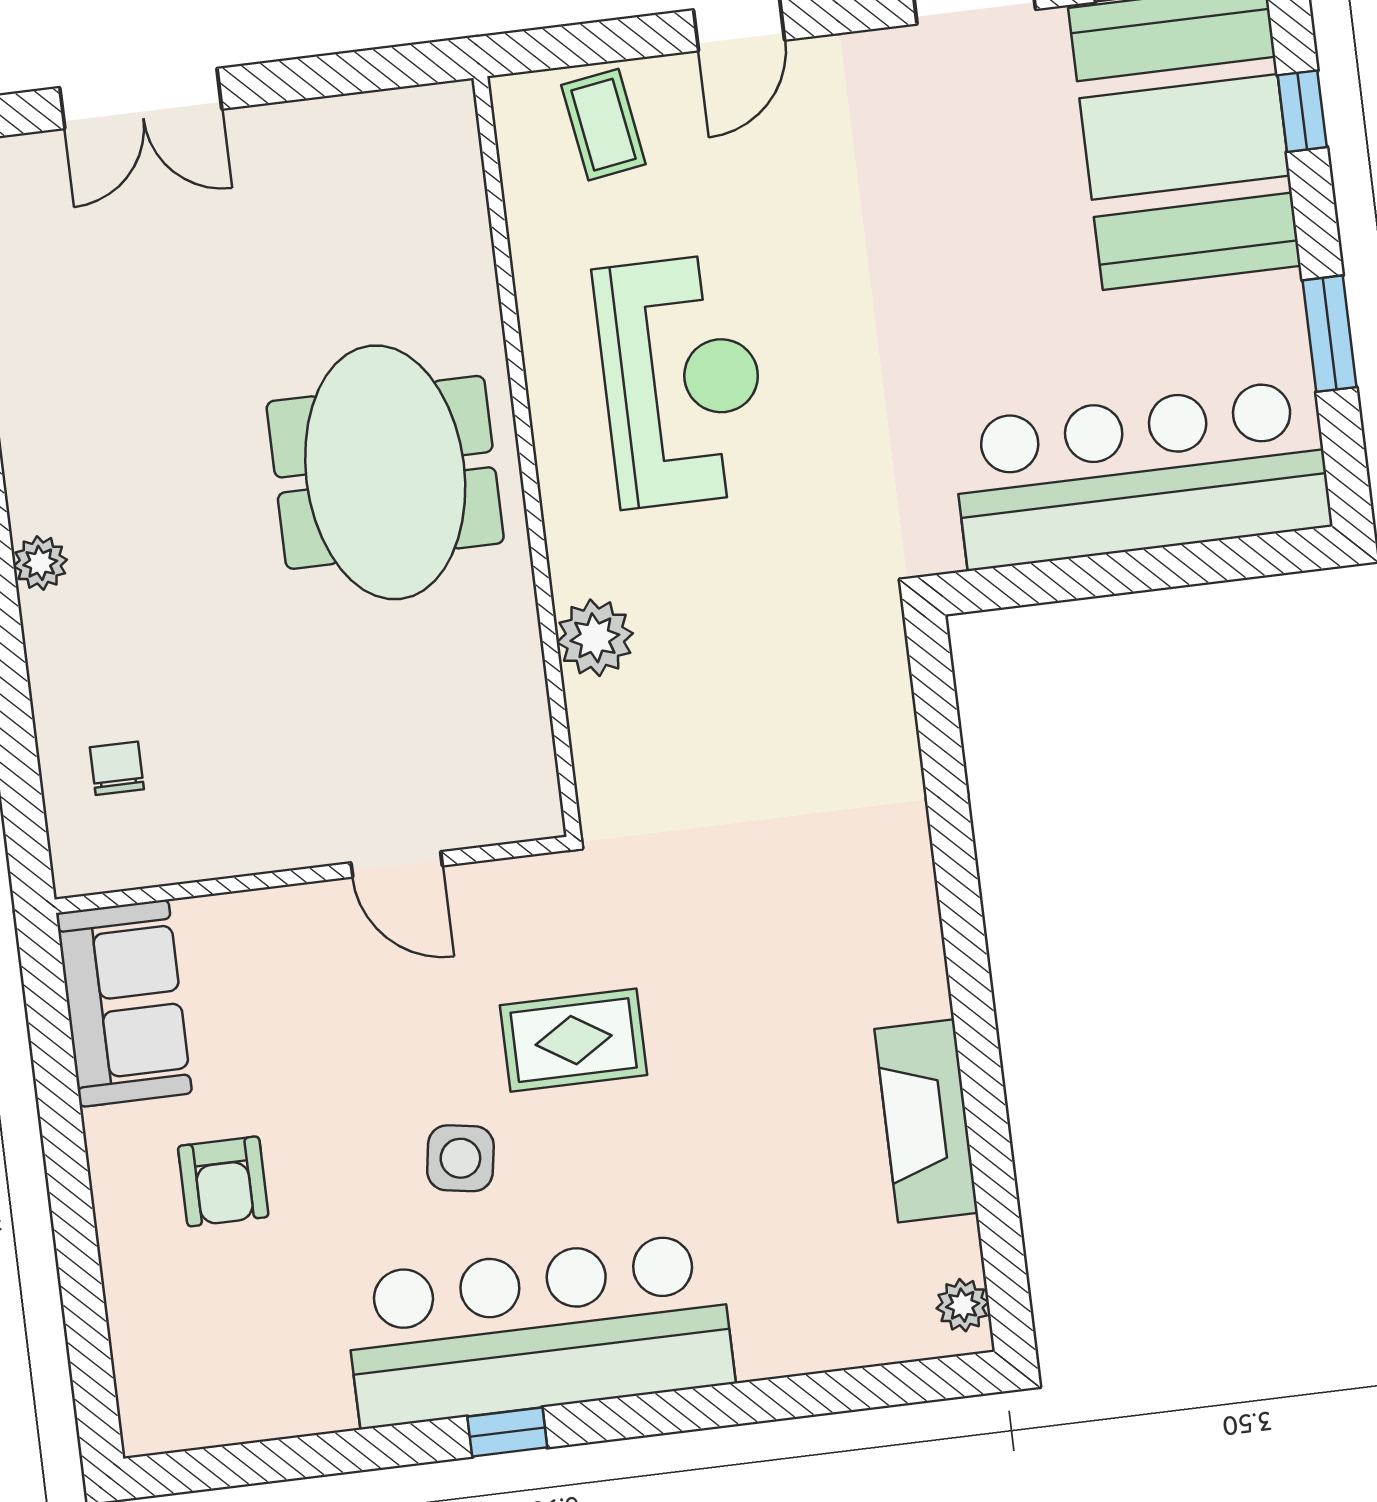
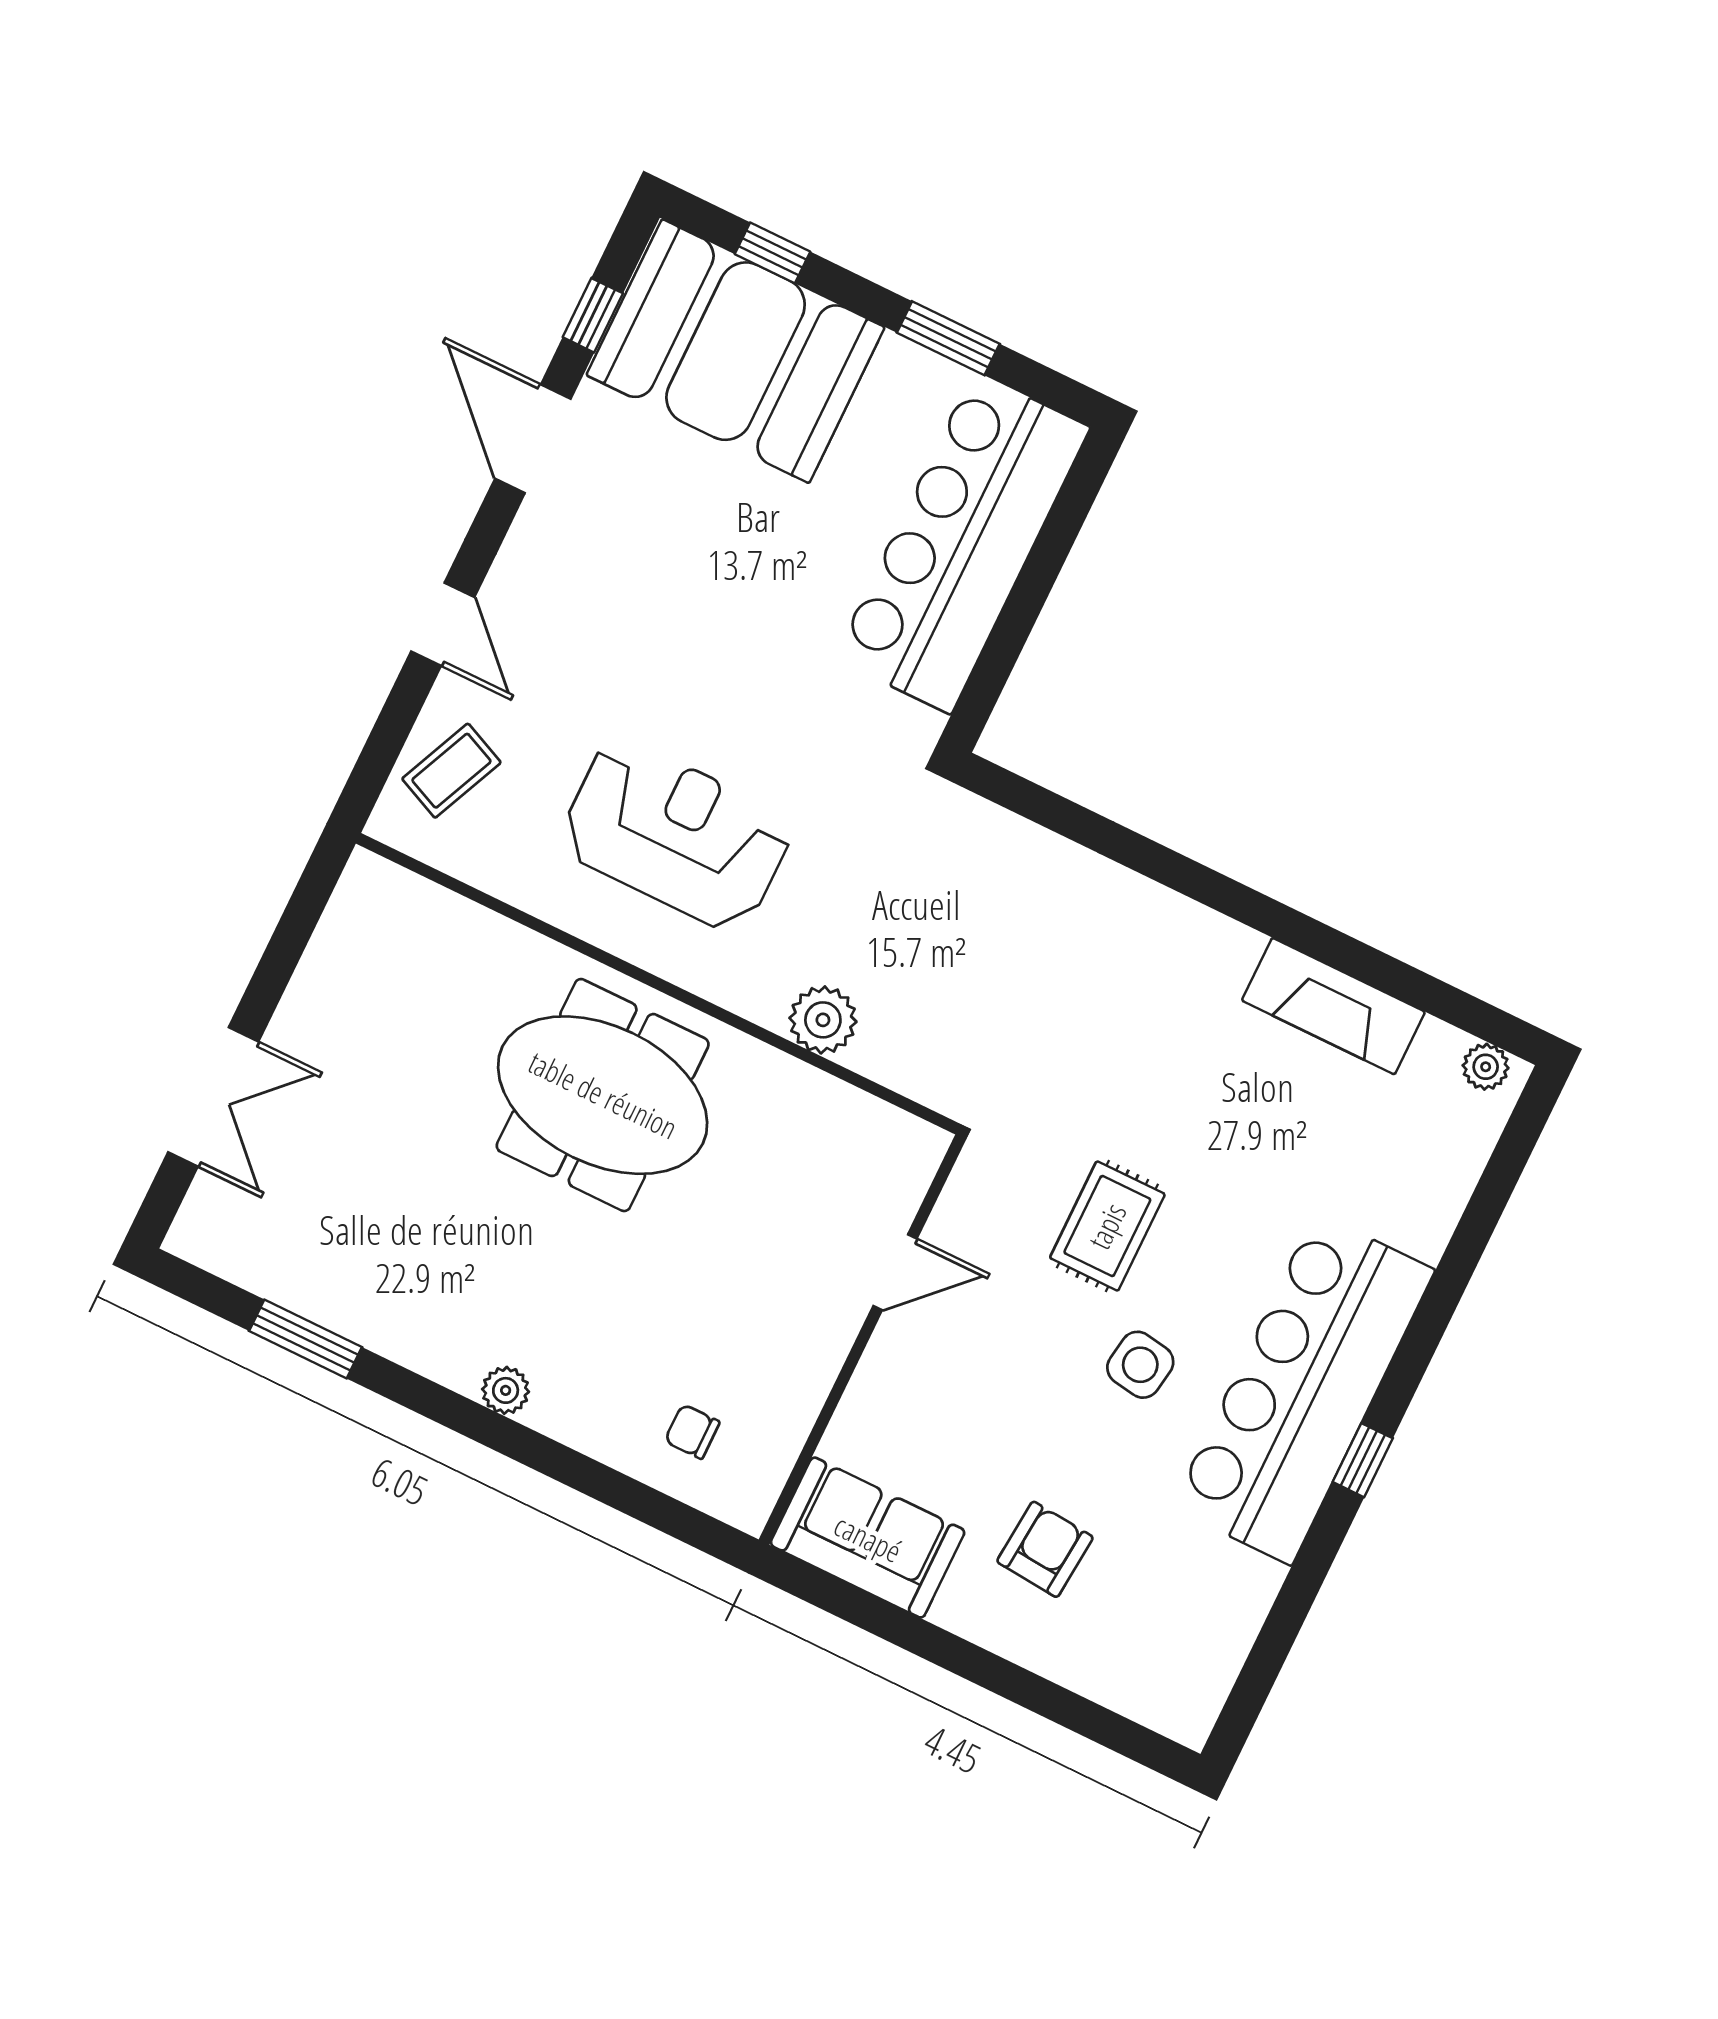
coffee table: (603, 125) -> (451, 771), turned -57
armchair: (223, 1181) -> (1045, 1549), turned -85

